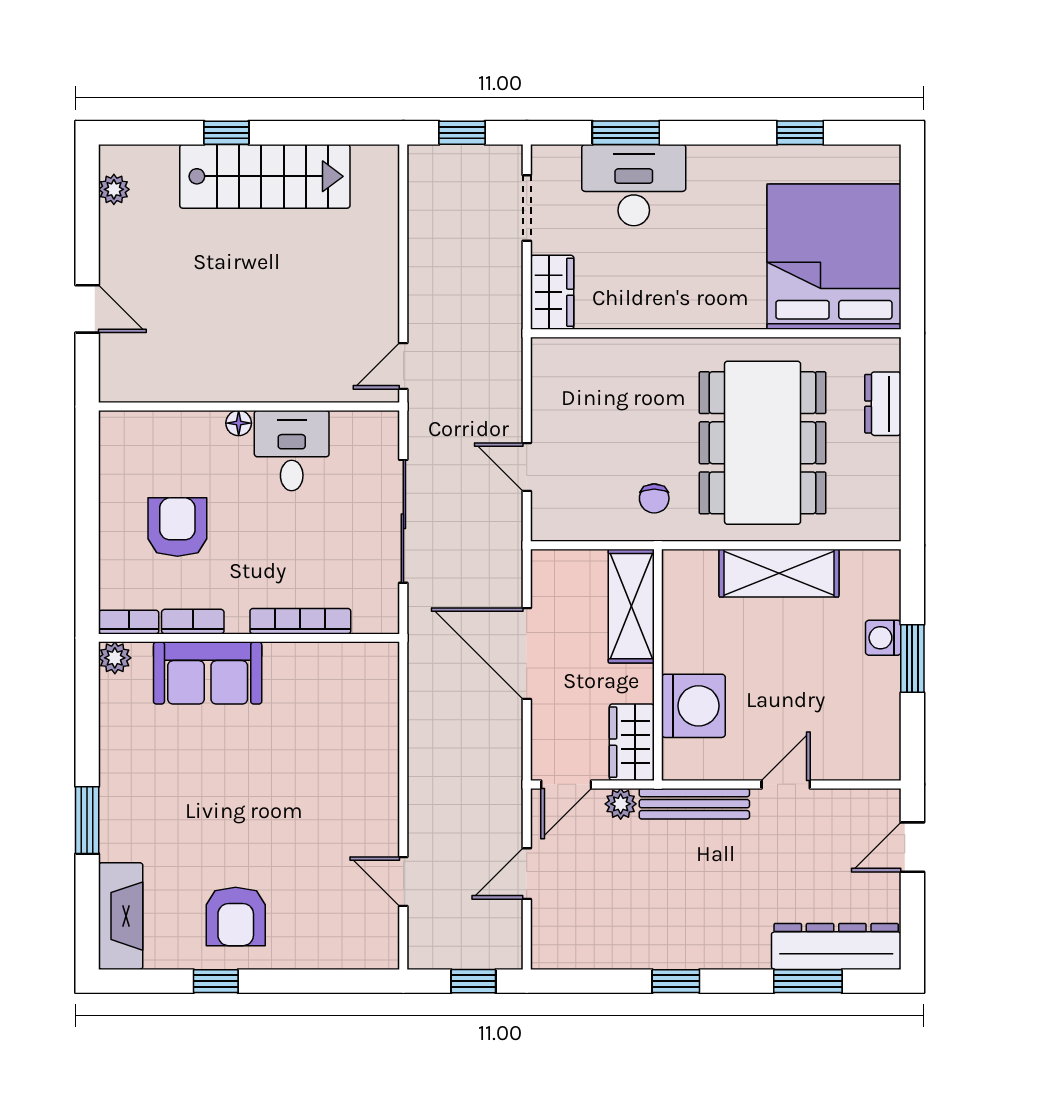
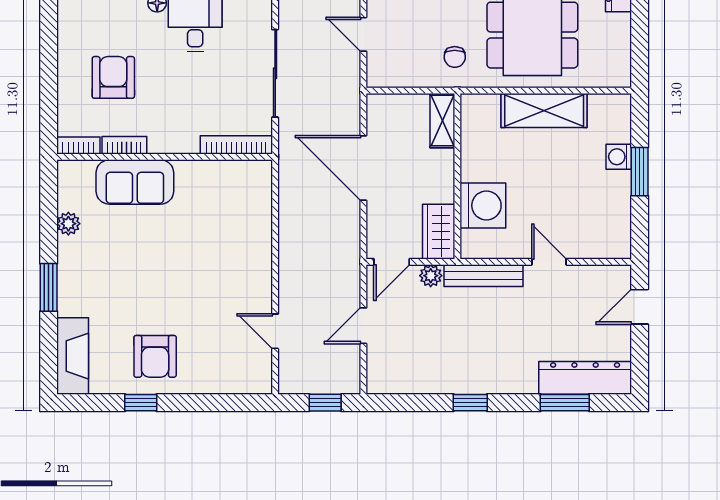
shelving: (631, 606) -> (442, 121), width x0.67, depth x0.75
bookcase: (300, 621) -> (236, 145), moved
plant: (115, 658) -> (68, 224), moved
door: (786, 784) -> (549, 262), hinge flipped

